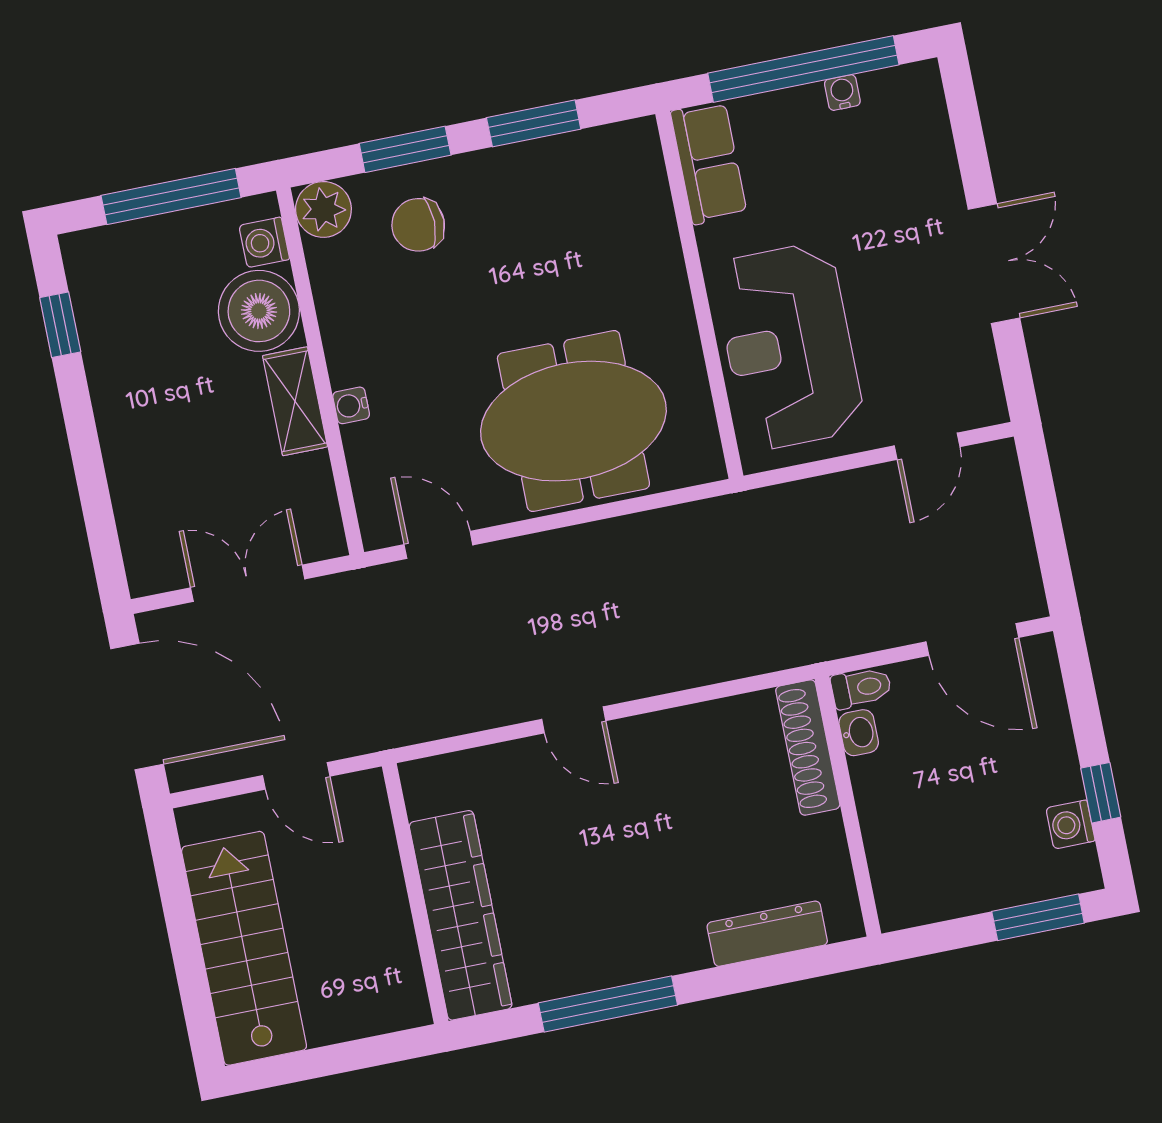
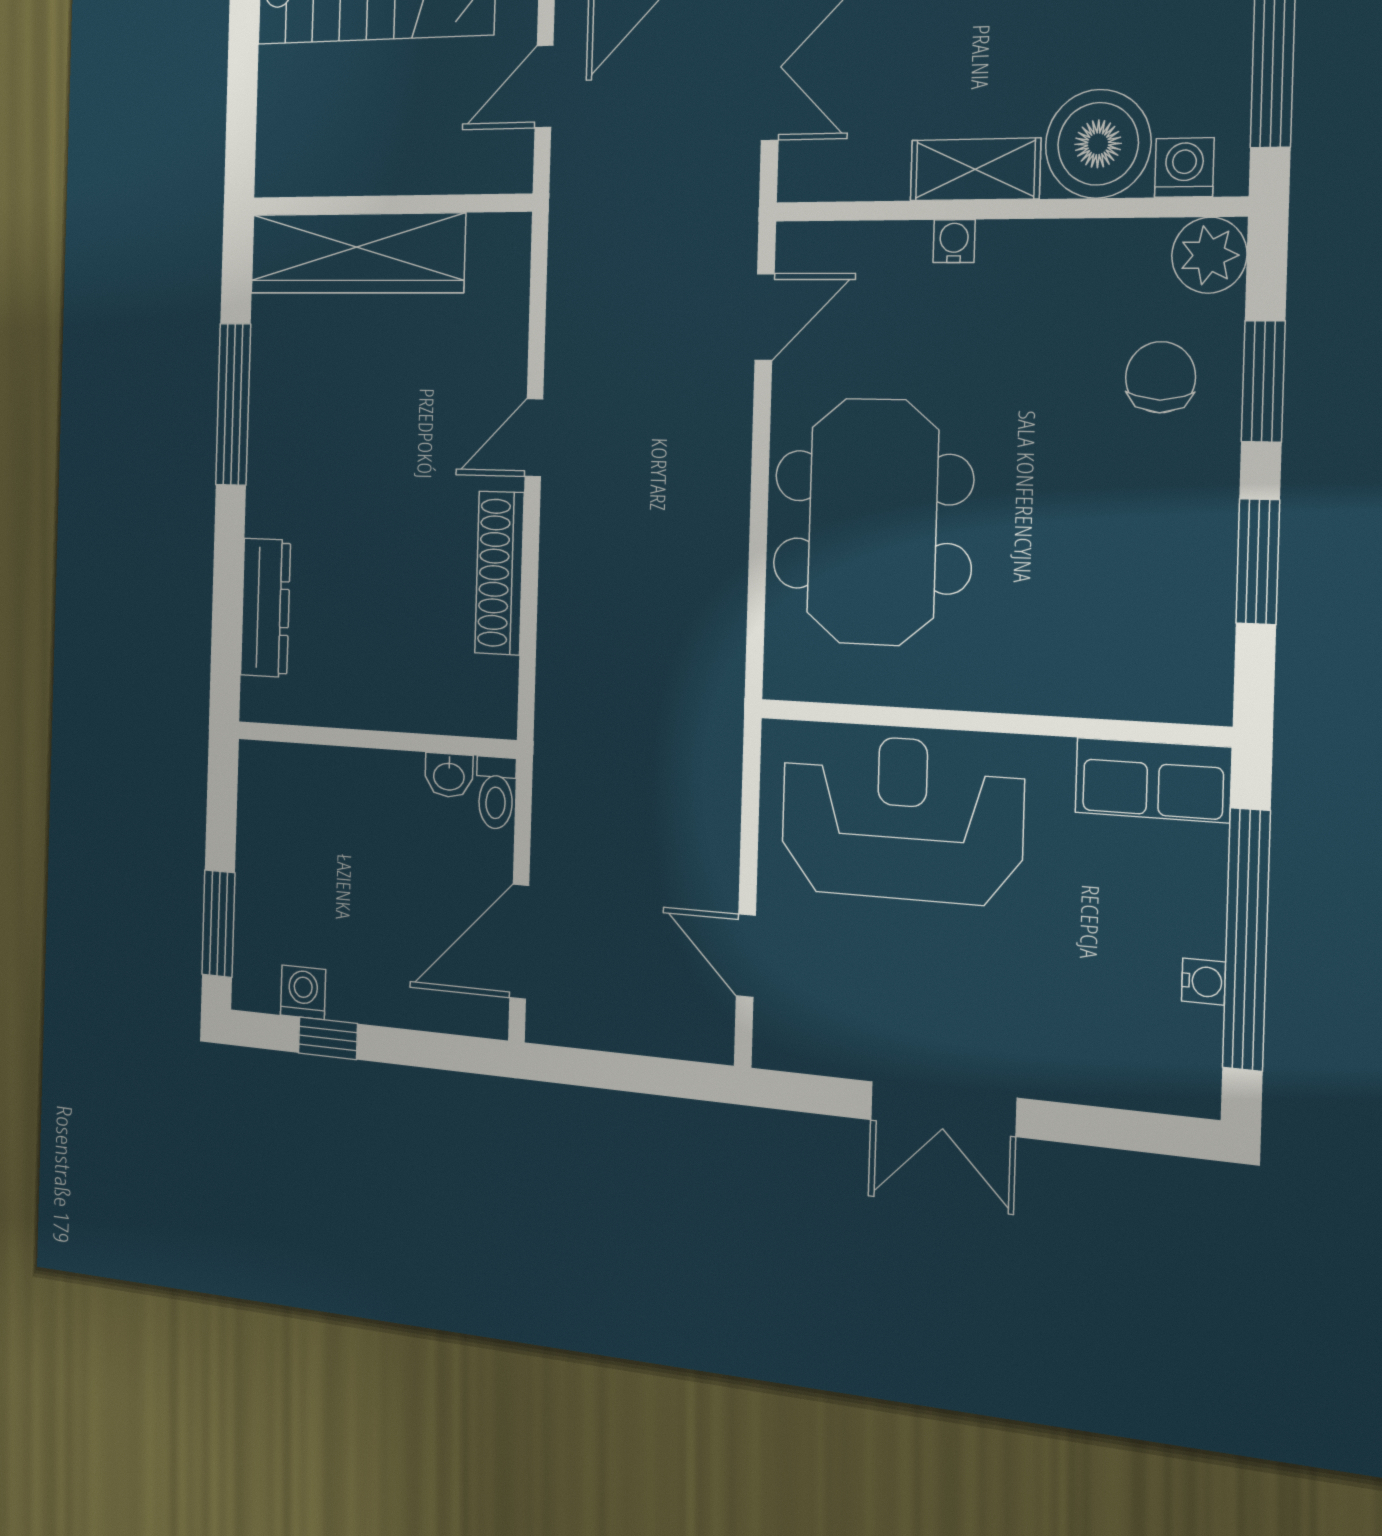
shoe rack: (808, 748) -> (499, 573), moved, turned -90

